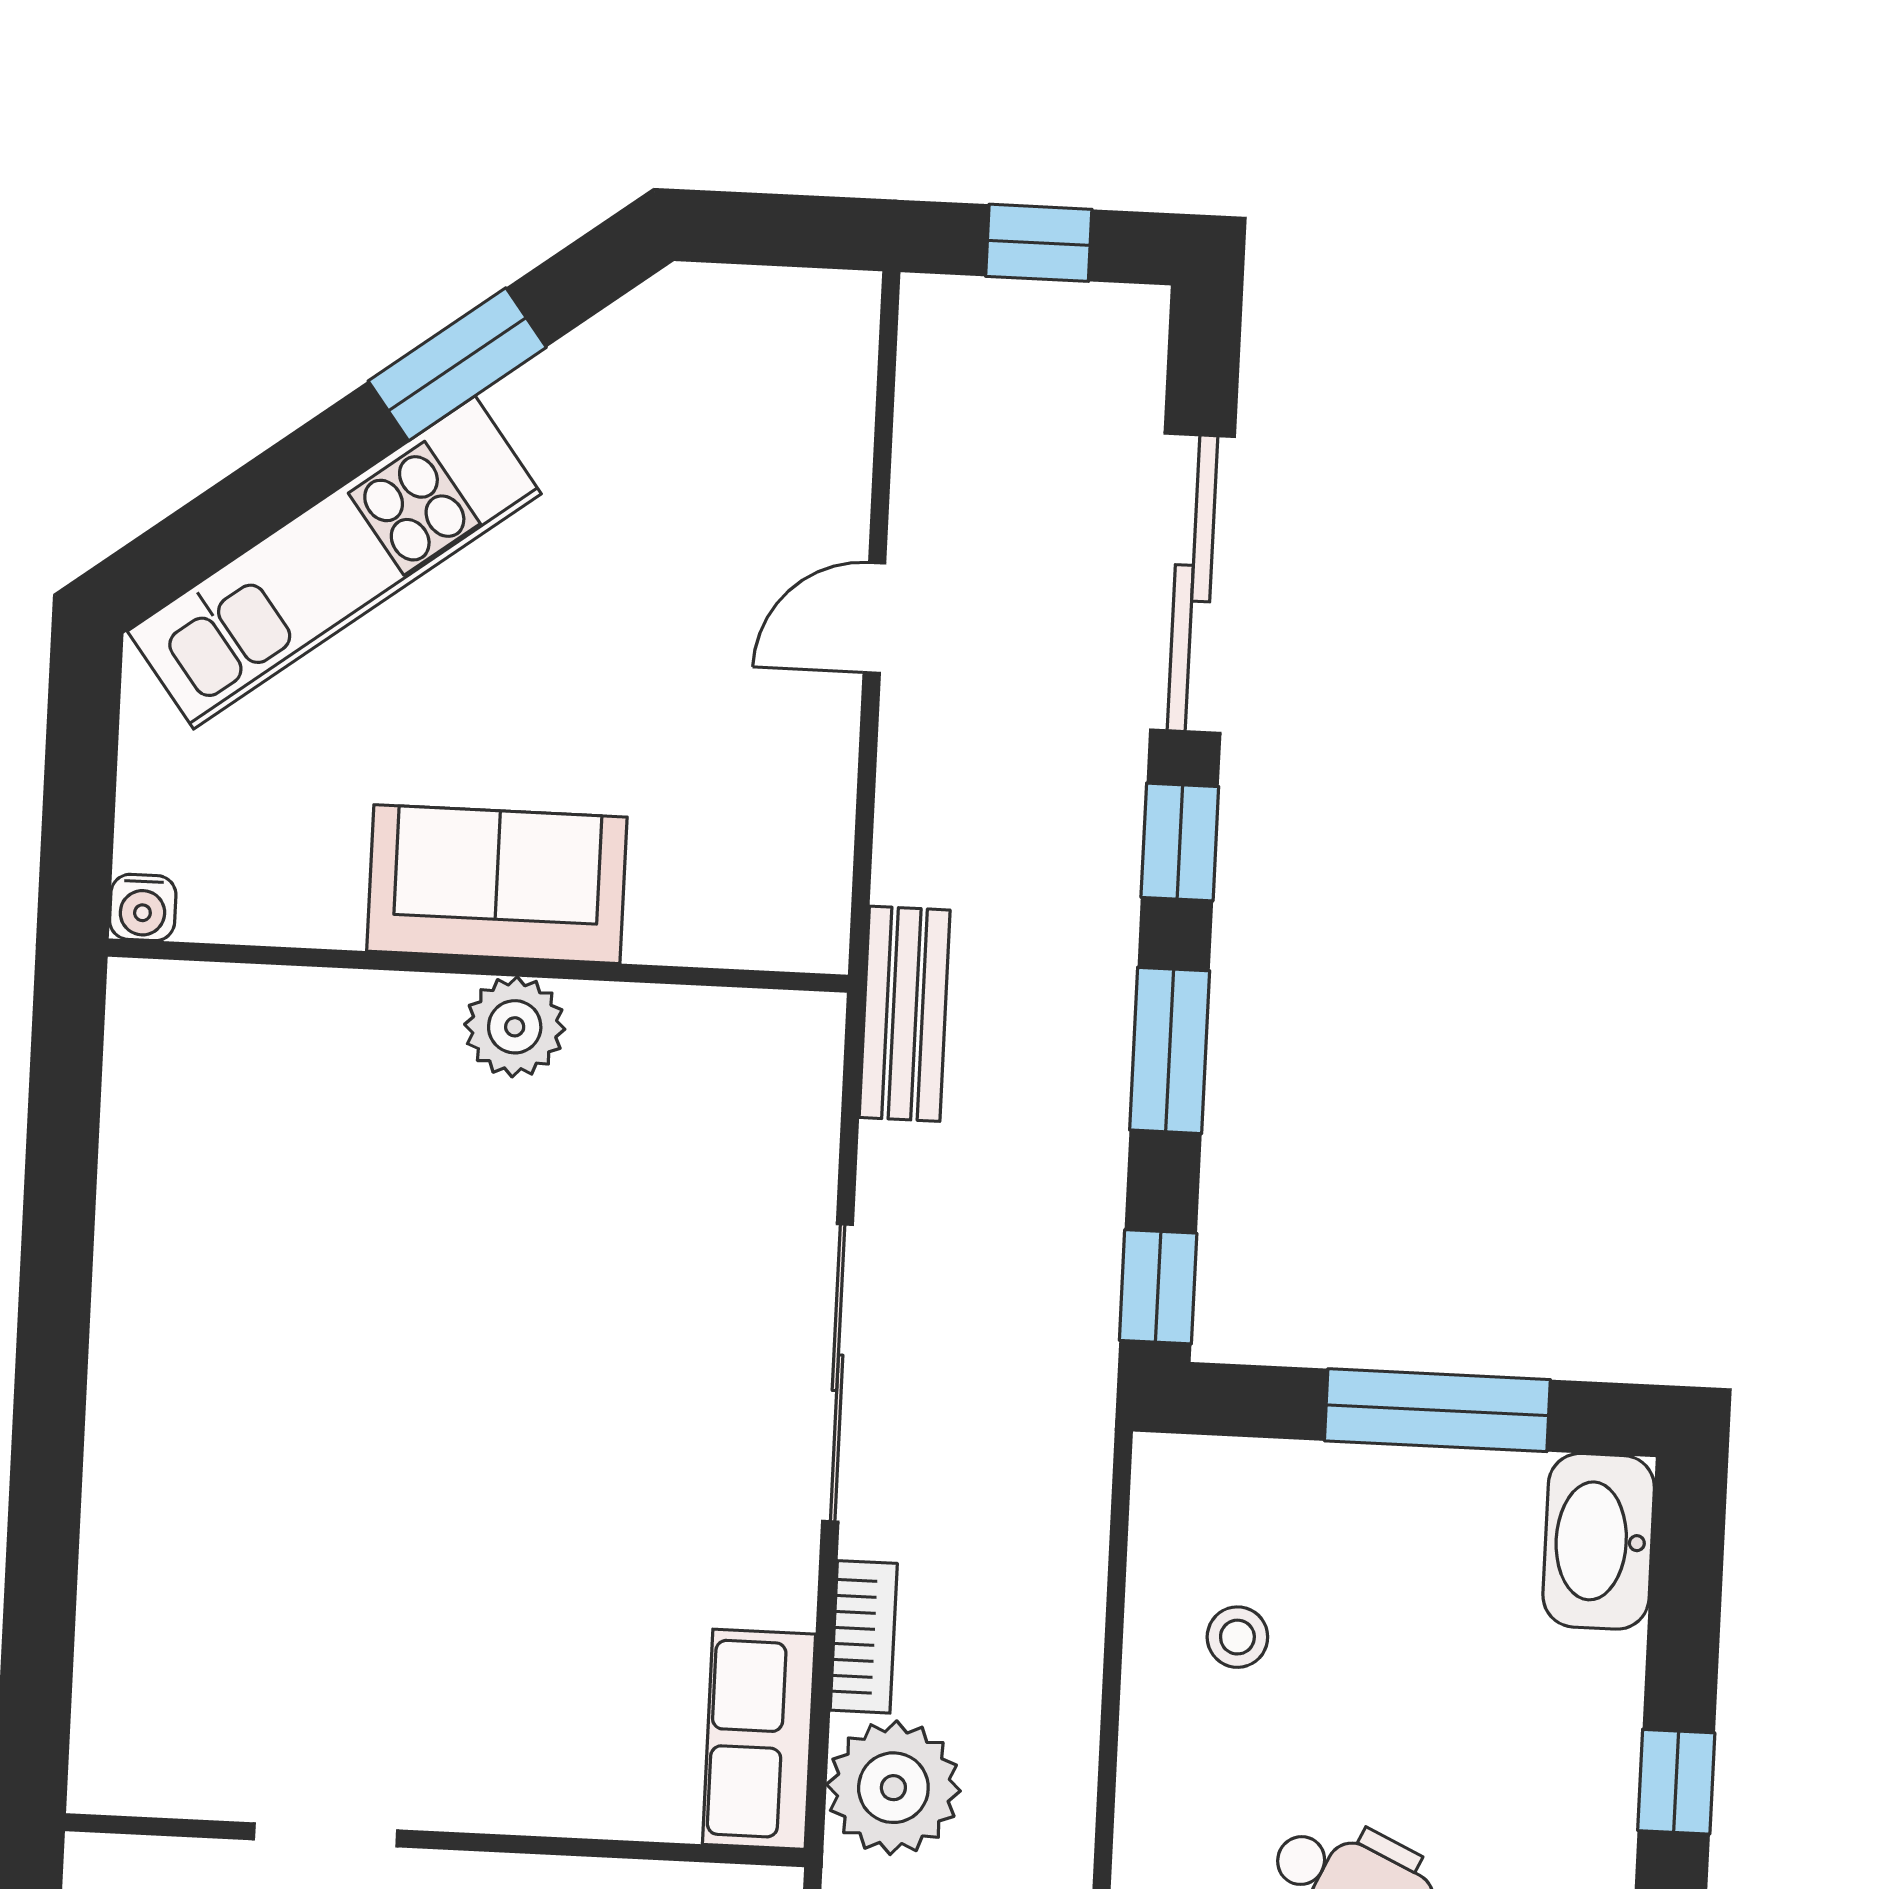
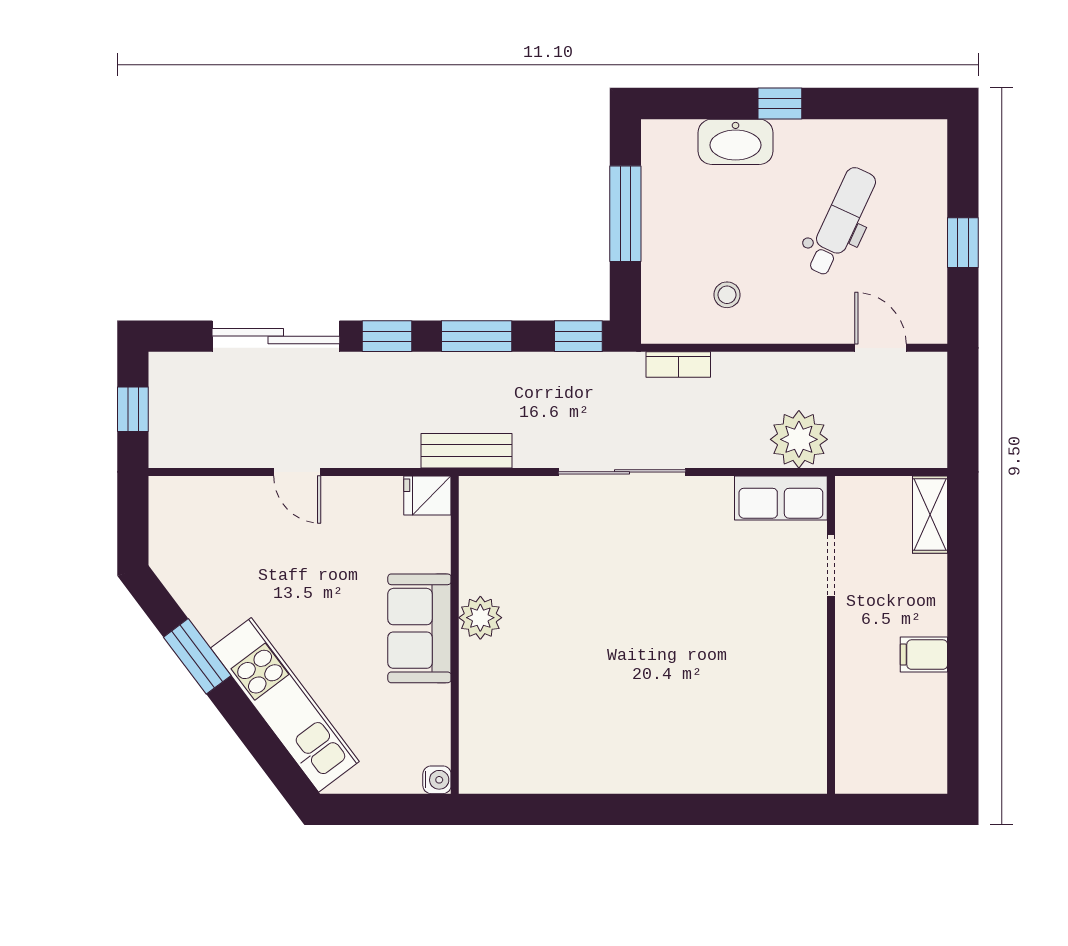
fridge: (805, 918) -> (427, 496), added
washbasin: (1599, 1541) -> (736, 142), moved
bookcase: (864, 1637) -> (678, 365), moved, turned 180
doorway: (326, 1835) -> (831, 566), moved

